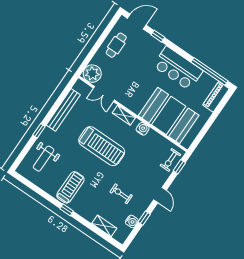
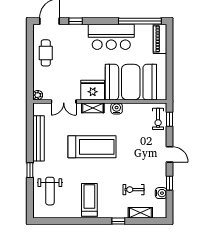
plant: (92, 74) -> (38, 95), width x0.53, depth x0.53
fridge: (133, 101) -> (93, 90), added
exercise bike: (121, 194) -> (134, 190), moved
window: (67, 210) -> (118, 221), moved

